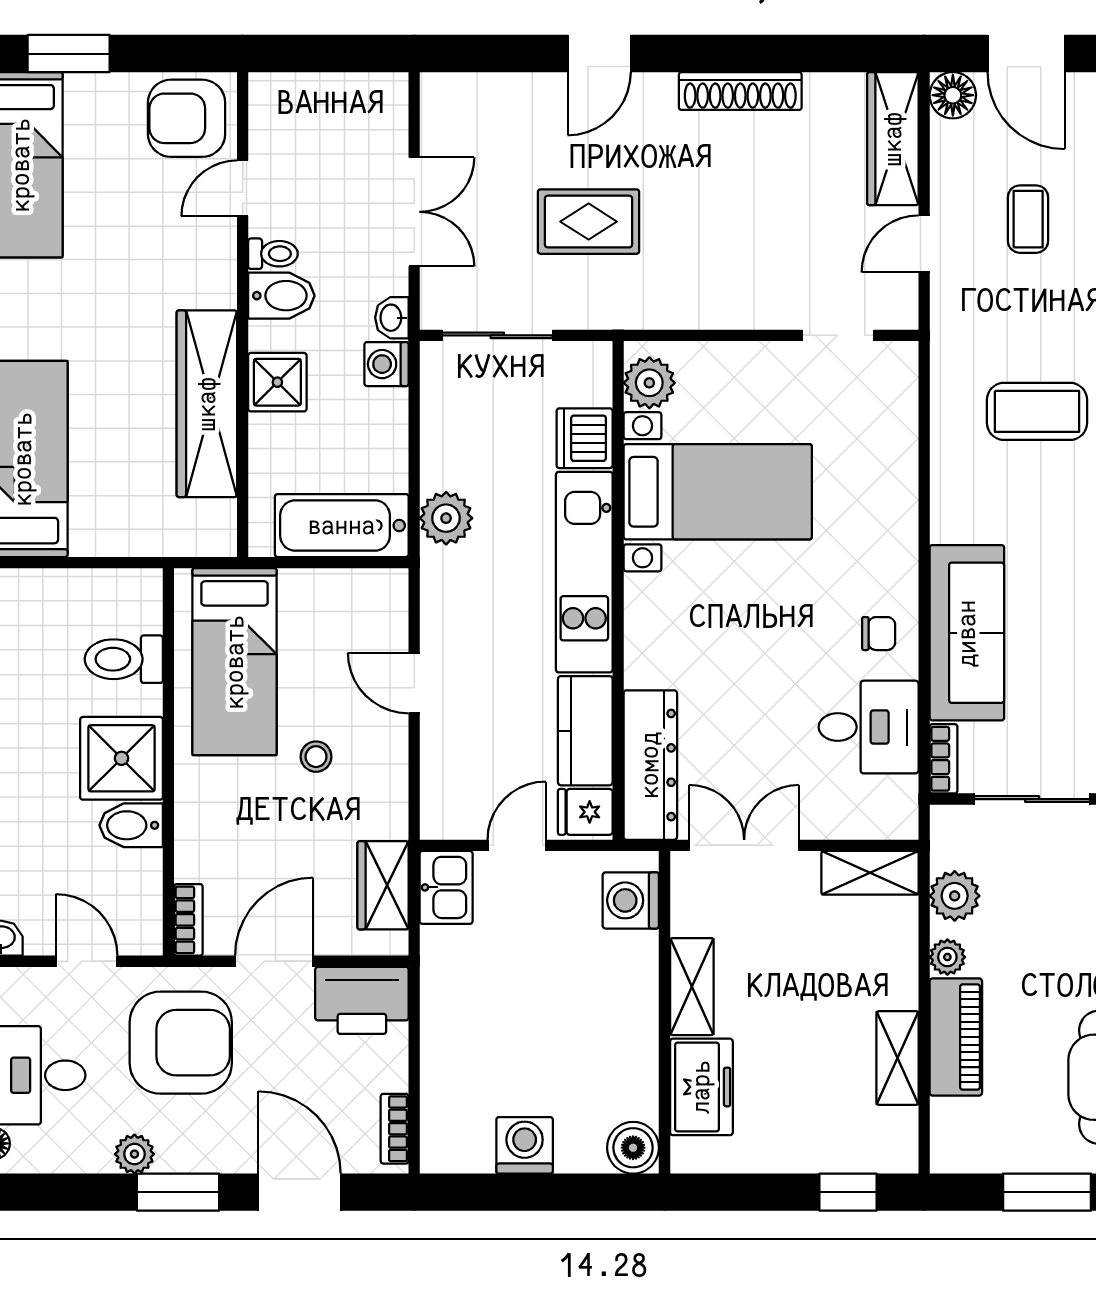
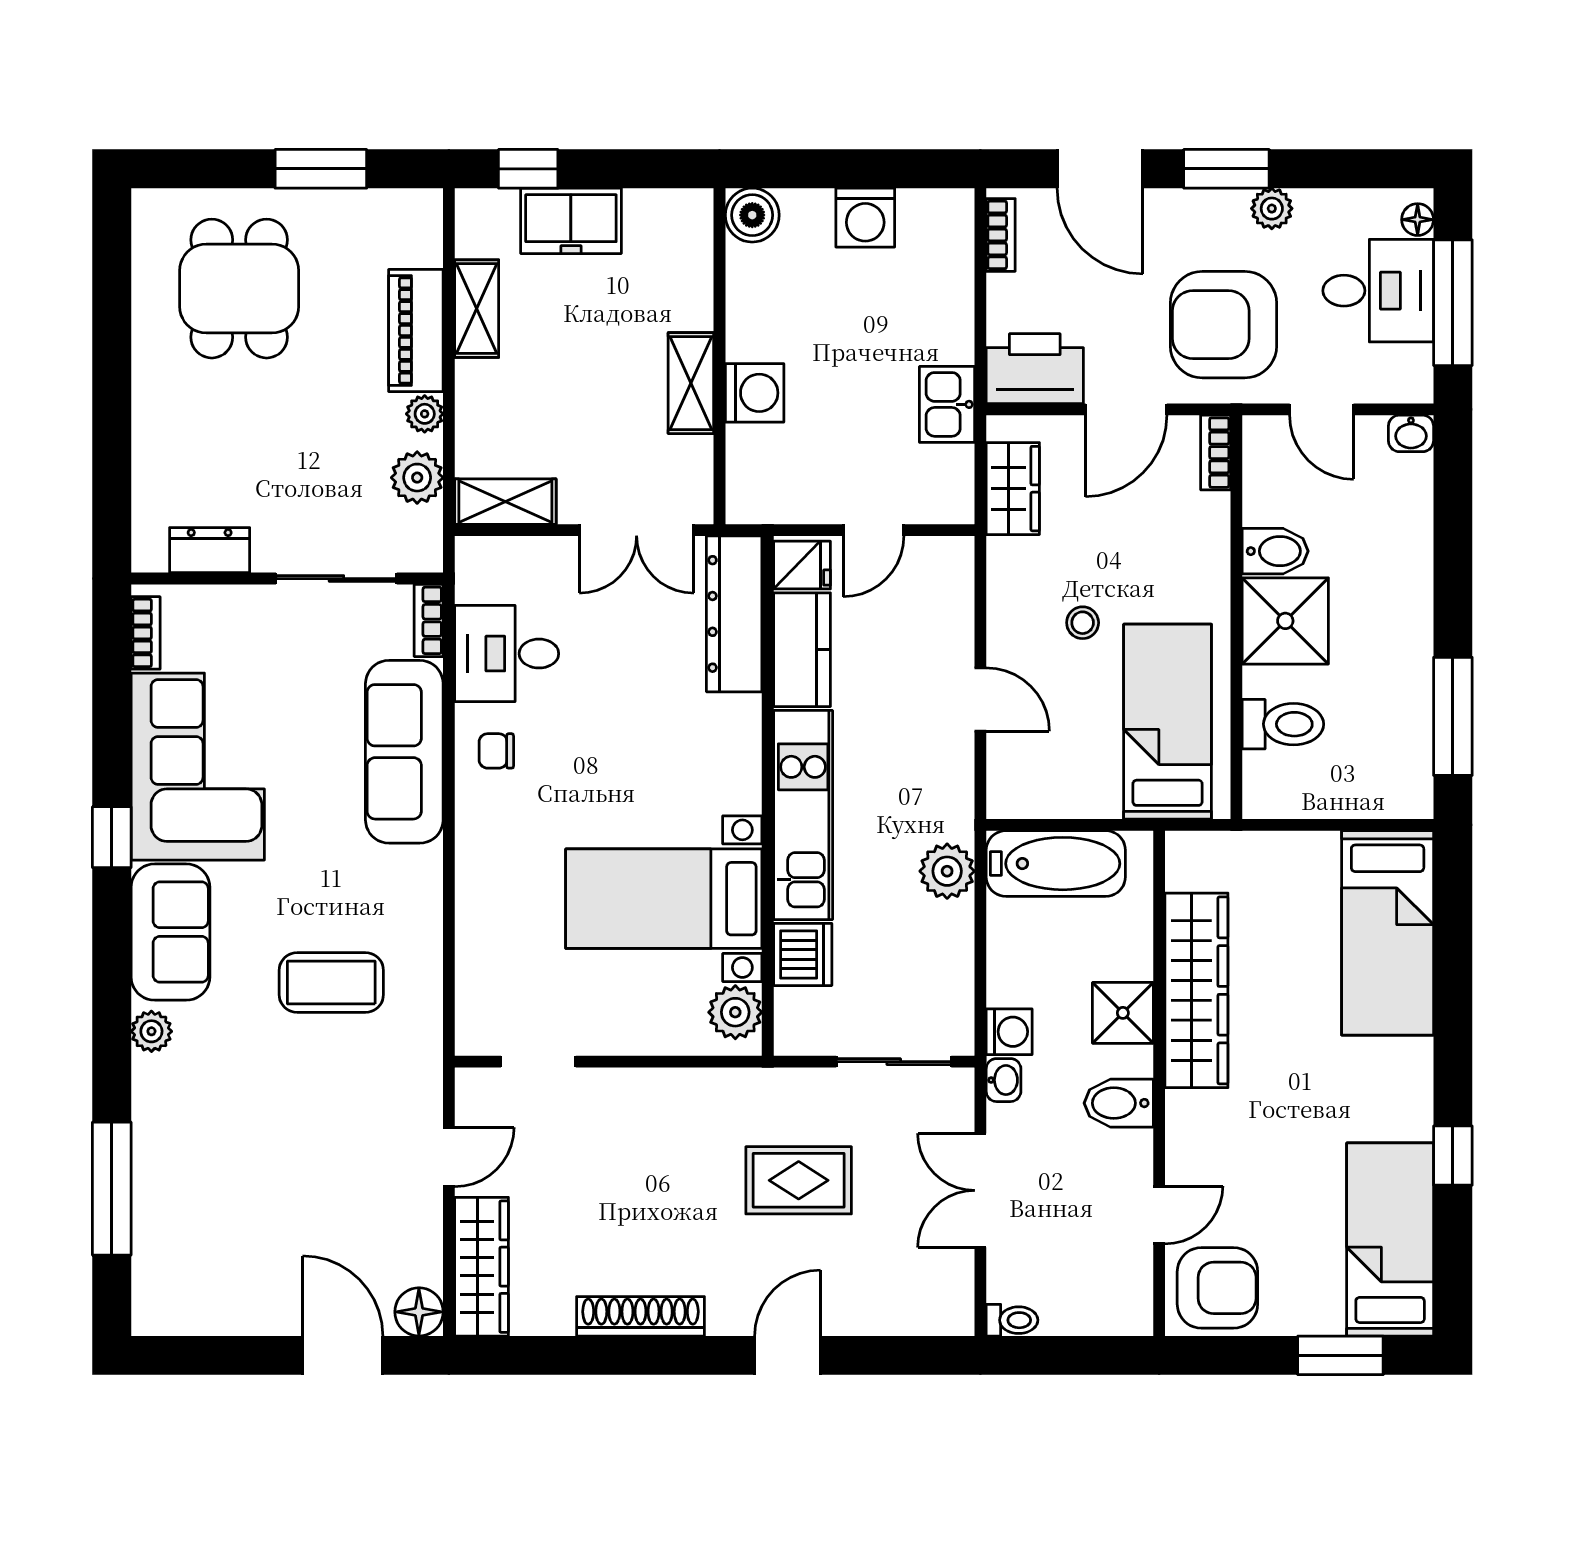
coffee table: (1028, 219) -> (341, 1183), removed
toilet: (273, 254) -> (1012, 1320), moved, turned 180
kitchen sink: (446, 887) -> (947, 404), moved
washing machine: (631, 900) -> (755, 393), moved
freezer: (701, 1087) -> (571, 221), moved, turned -90

